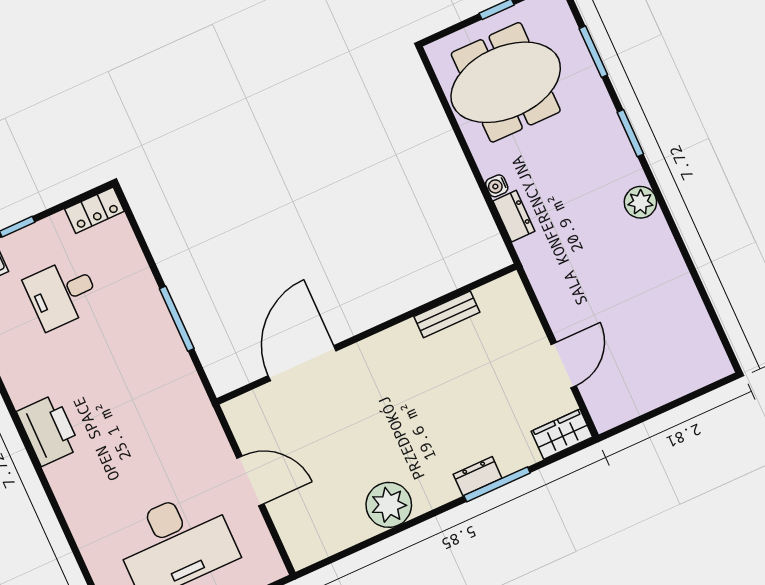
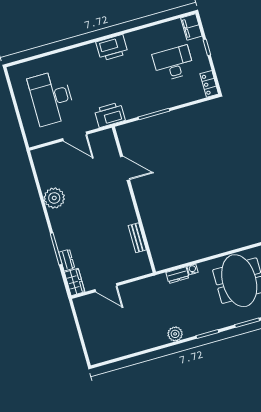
desk: (62, 293) -> (173, 63), width x1.37
door: (302, 363) -> (125, 168), width x0.73
printer: (193, 413) -> (110, 115), added
dresser: (478, 476) -> (67, 260), moved
door: (250, 481) -> (75, 136), hinge flipped

